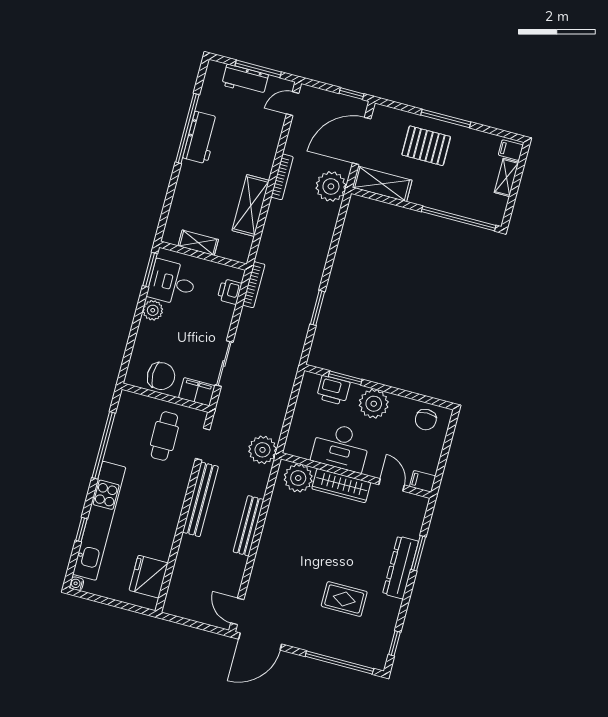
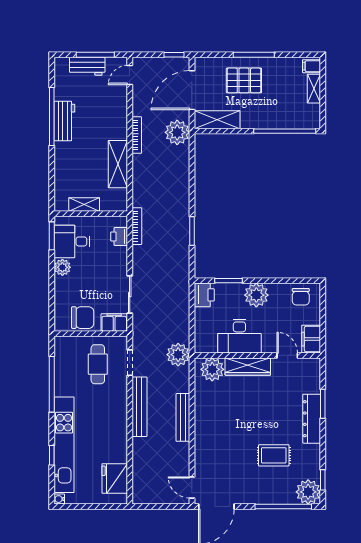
printer: (333, 390) -> (204, 295), moved, turned -90
filing cabinet: (423, 481) -> (311, 339), width x2.00
plant: (373, 653) -> (308, 492), added

